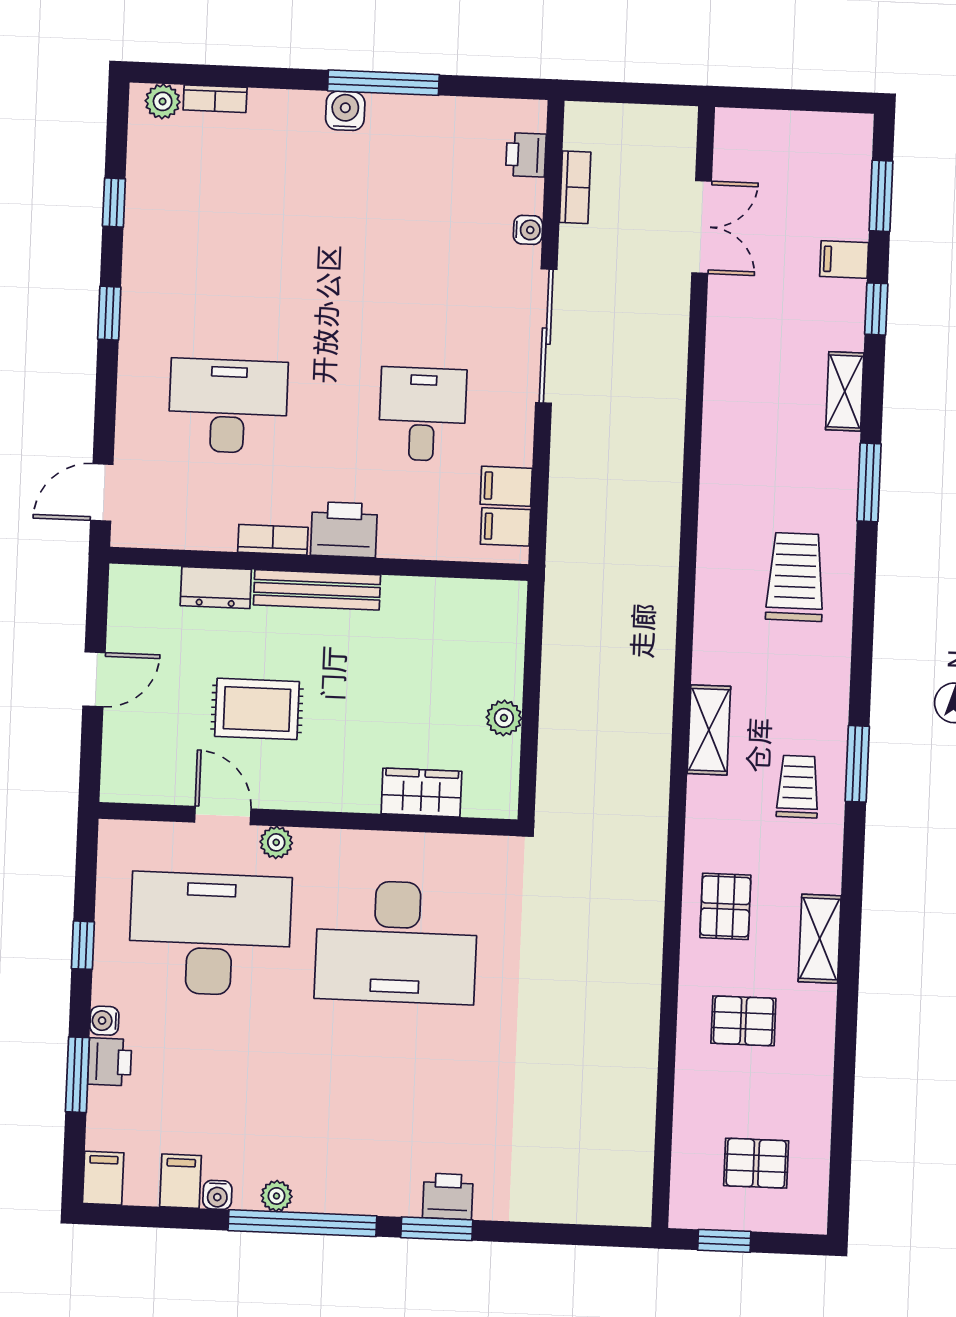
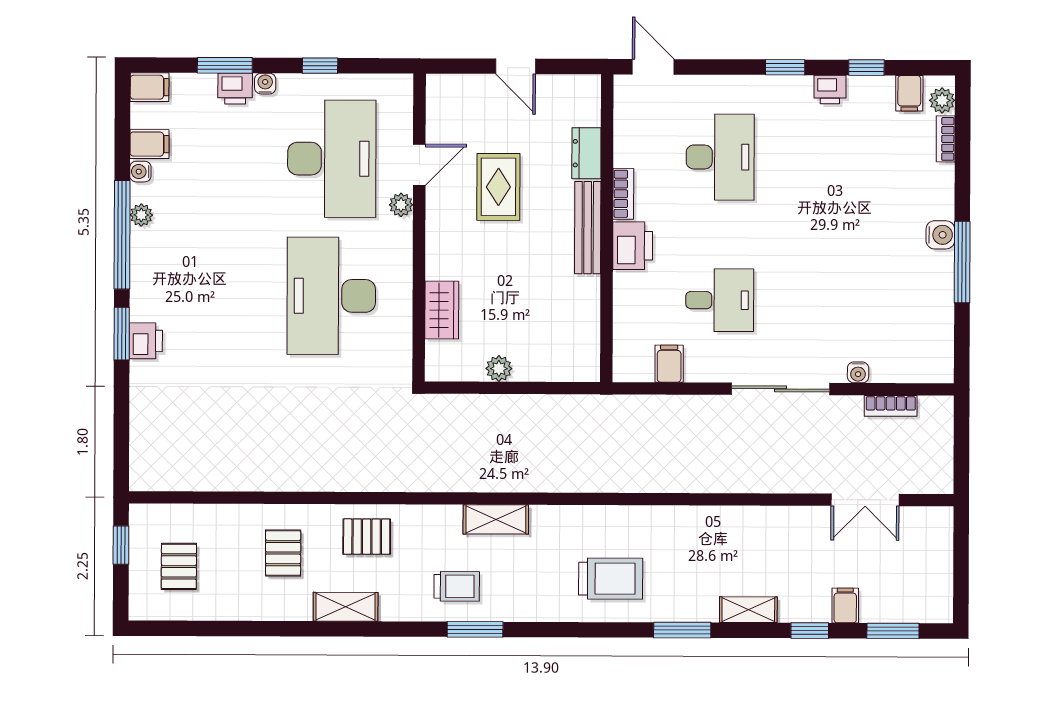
printer: (526, 155) -> (830, 89), moved, turned 180
filing cabinet: (505, 527) -> (909, 93), moved, turned 180

